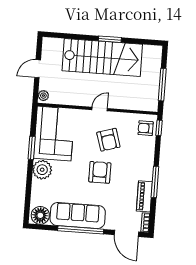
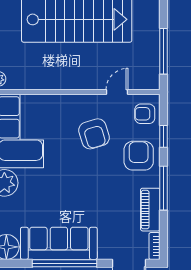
door: (100, 109) -> (117, 92), moved
window: (159, 128) -> (164, 136), moved
armchair: (100, 172) -> (139, 156), moved

